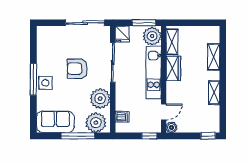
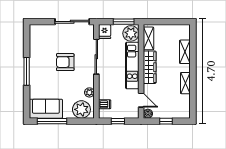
wardrobe: (173, 68) -> (150, 67), width x1.50
side table: (45, 83) -> (37, 75), removed
plant: (100, 99) -> (89, 92), width x0.53, depth x0.53
door: (164, 112) -> (141, 100), hinge flipped
window: (78, 136) -> (52, 121), moved
window: (149, 136) -> (118, 121), moved
window: (208, 136) -> (166, 121), moved

